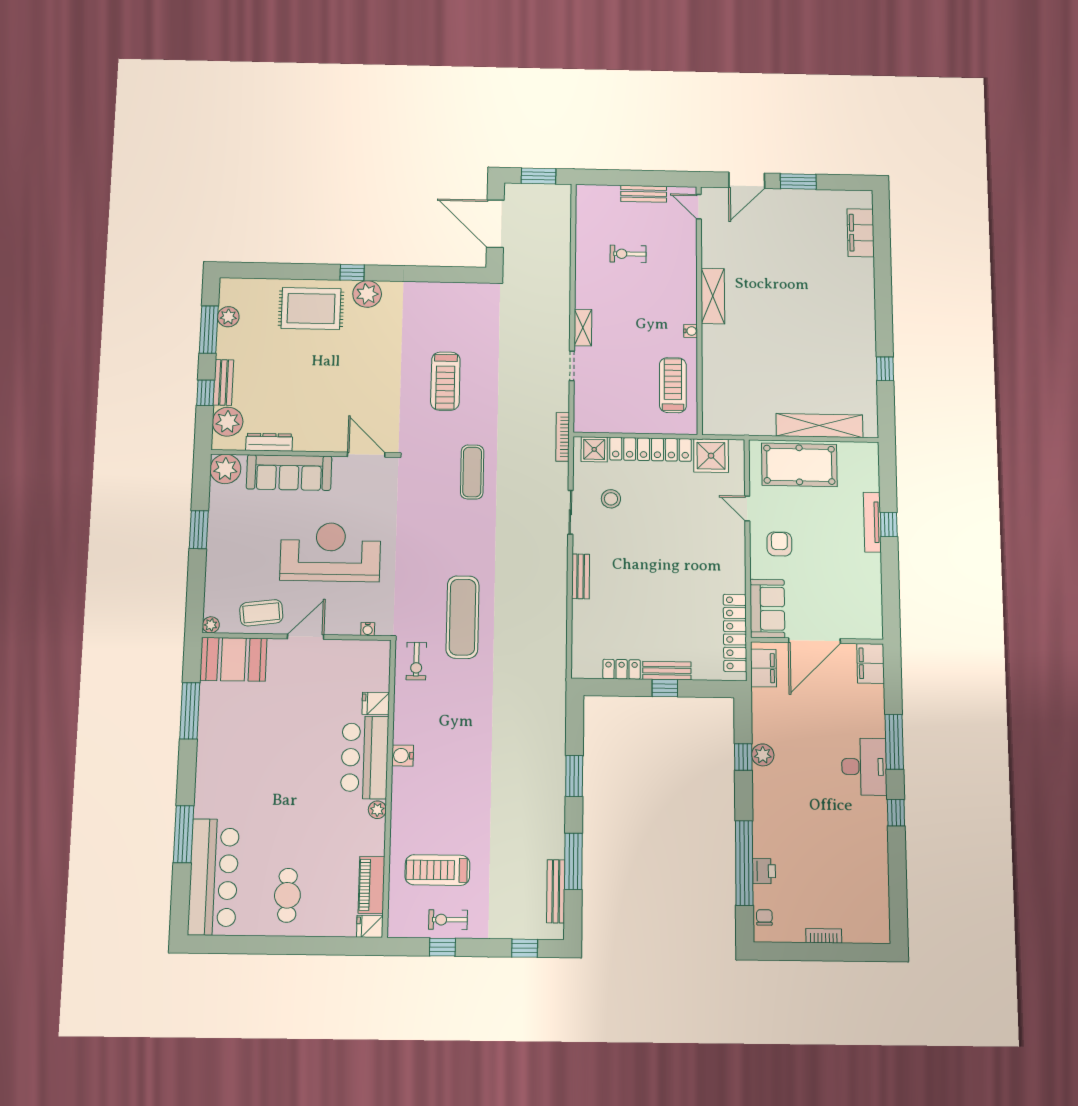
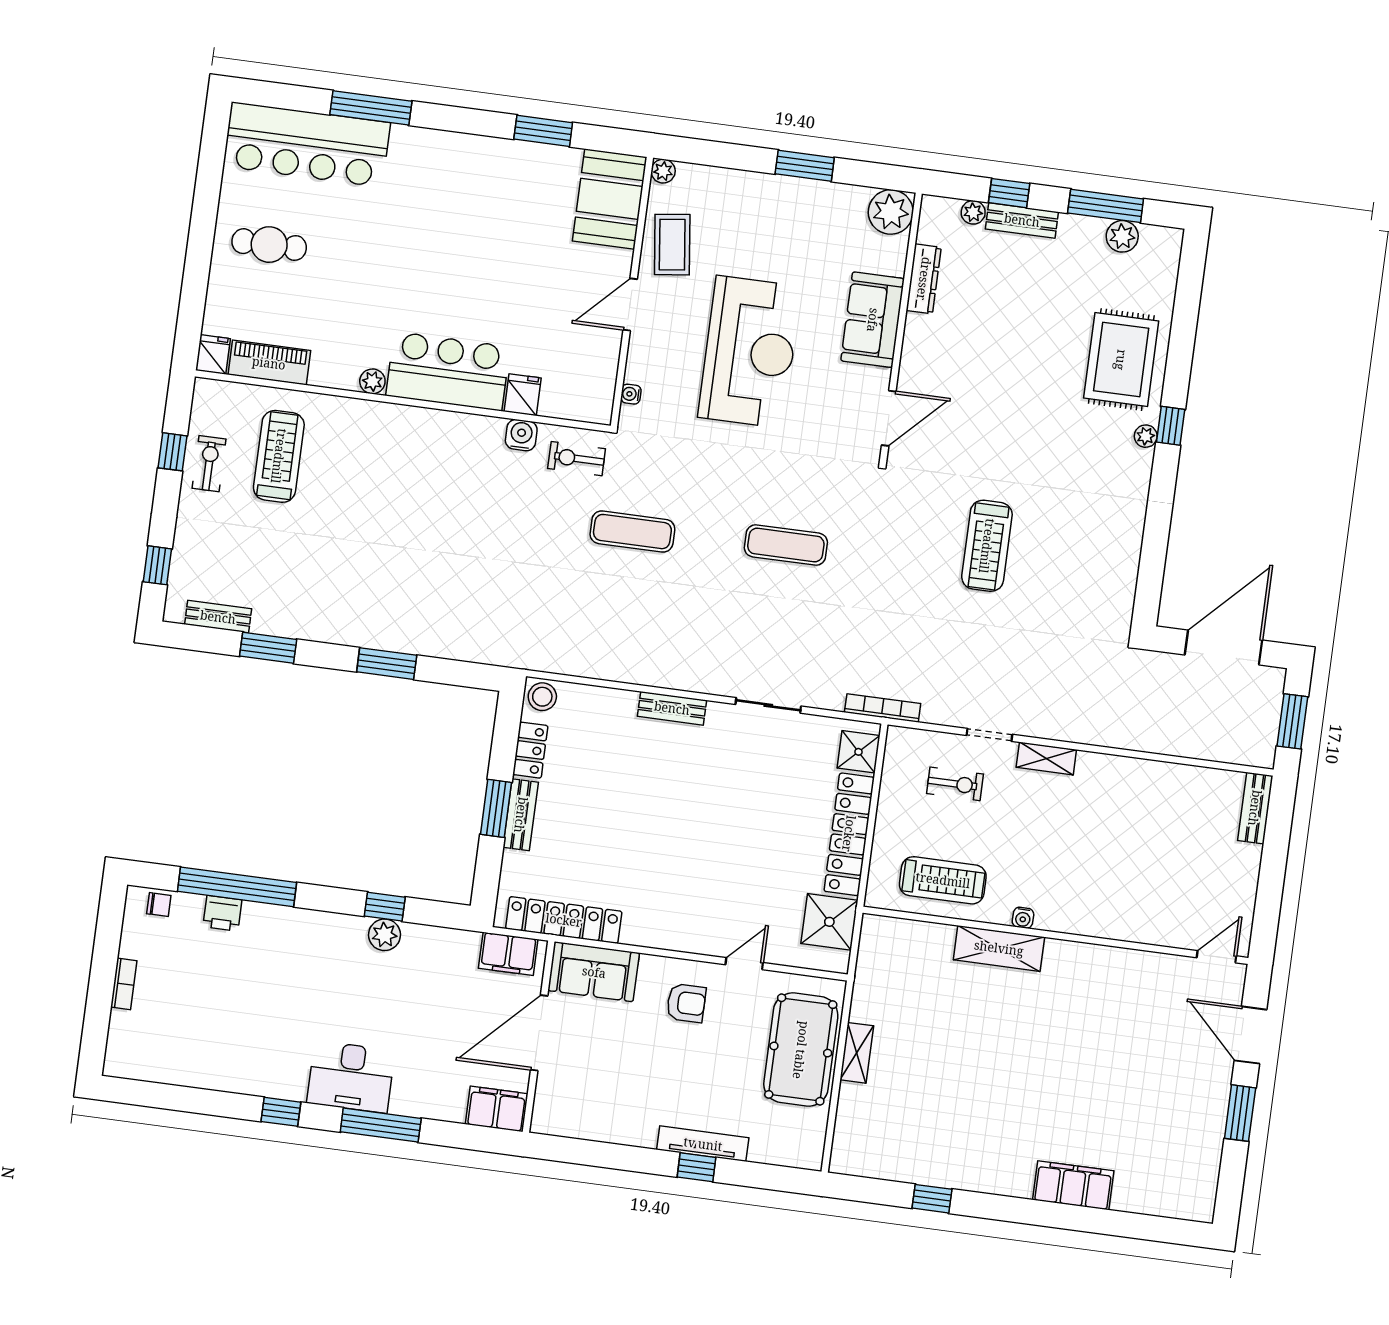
bench: (644, 194) -> (1255, 808), moved
filing cabinet: (861, 233) -> (1073, 1185), moved
exercise bike: (628, 254) -> (955, 784), moved, turned 90
plant: (367, 294) -> (1146, 436), width x0.53, depth x0.53
shelving: (713, 296) -> (999, 948), moved
treadmill: (445, 381) -> (987, 546), turned -90
plant: (228, 422) -> (973, 212), width x0.53, depth x0.53
shelving: (819, 426) -> (857, 1053), width x0.45, depth x0.75
exercise mat: (472, 472) -> (786, 545), moved
sofa: (289, 473) -> (873, 320), width x0.73
stool: (611, 499) -> (542, 697), moved
exercise mat: (463, 617) -> (632, 532), width x0.73, depth x0.69
door: (306, 637) -> (630, 304), swing flipped
door: (814, 641) -> (539, 1033), hinge flipped
window: (665, 688) -> (496, 808), width x1.50
window: (190, 711) -> (543, 131), width x0.69
water cooler: (403, 756) -> (521, 435), moved
window: (573, 861) -> (268, 648), width x0.69
bench: (556, 891) -> (218, 617), width x0.73

